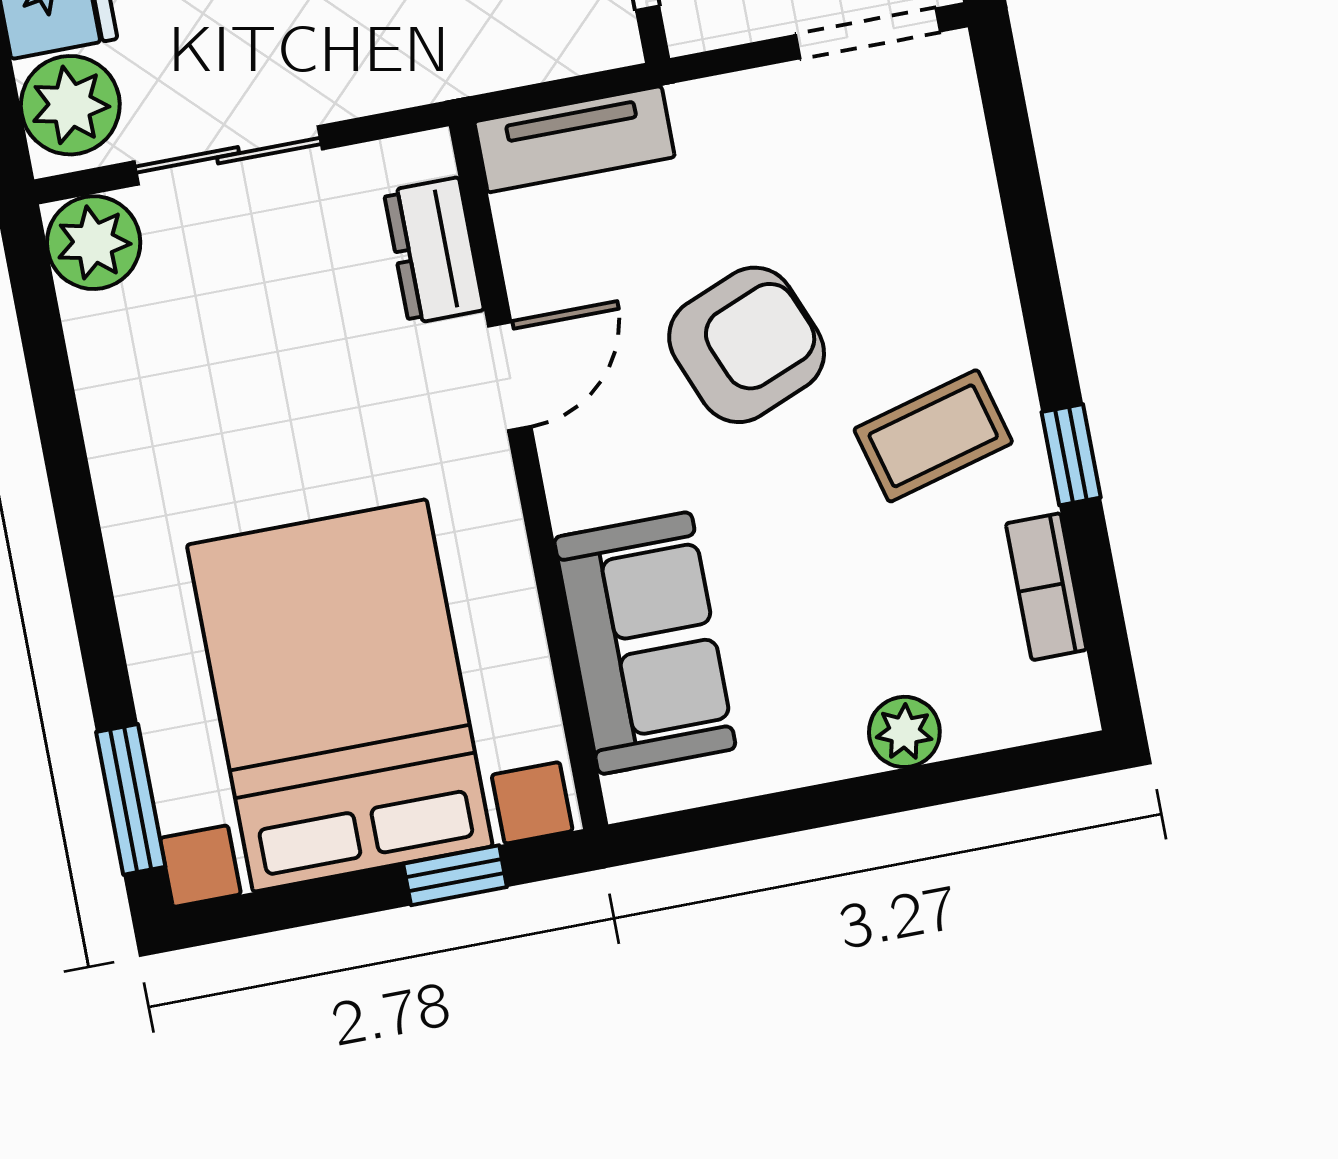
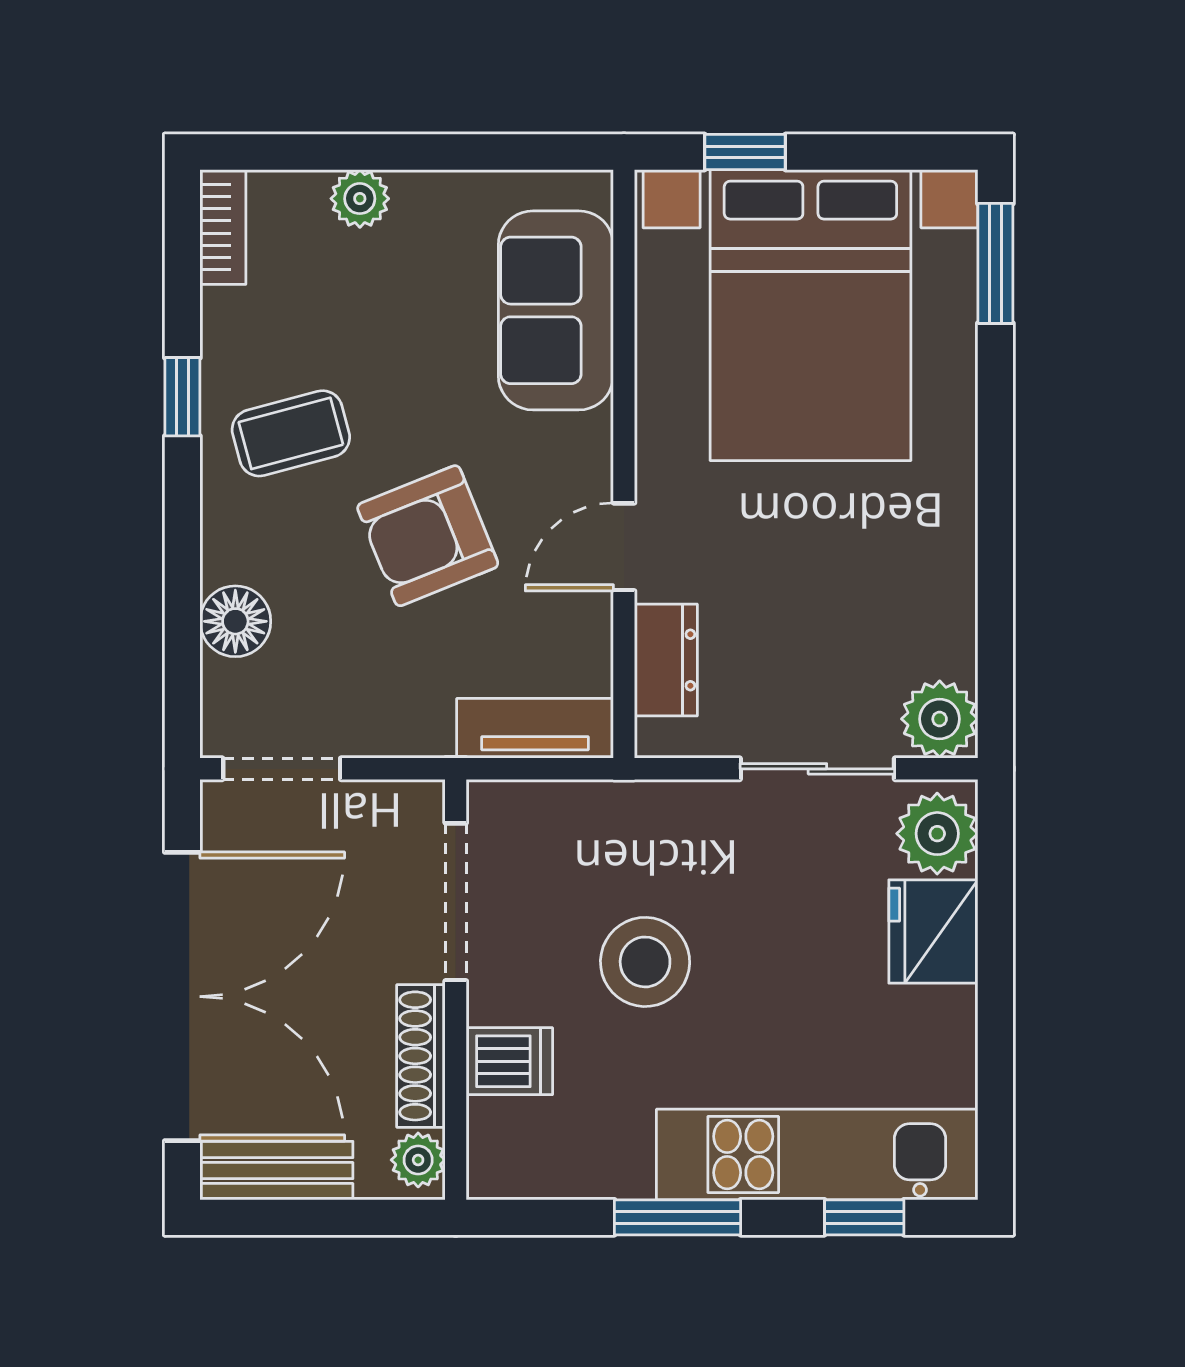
floor lamp: (957, 199) -> (235, 621), added
bookcase: (1046, 587) -> (223, 227), moved

